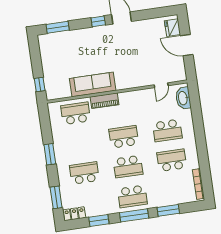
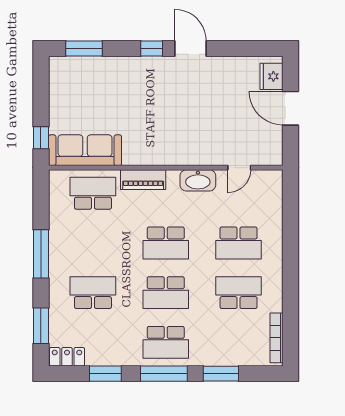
sofa: (93, 84) -> (85, 150), moved
washbasin: (183, 98) -> (198, 180), moved, turned -90
school desk: (124, 137) -> (166, 243), turned 180
window: (50, 154) -> (41, 254), width x1.44

